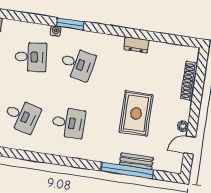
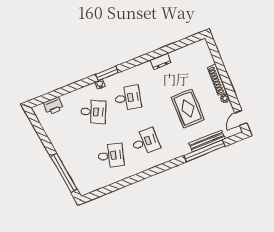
desk: (31, 57) -> (93, 112), turned 30
shoe rack: (189, 81) -> (217, 80), moved
door: (190, 145) -> (241, 118), moved
bench: (136, 161) -> (207, 141), width x1.36

